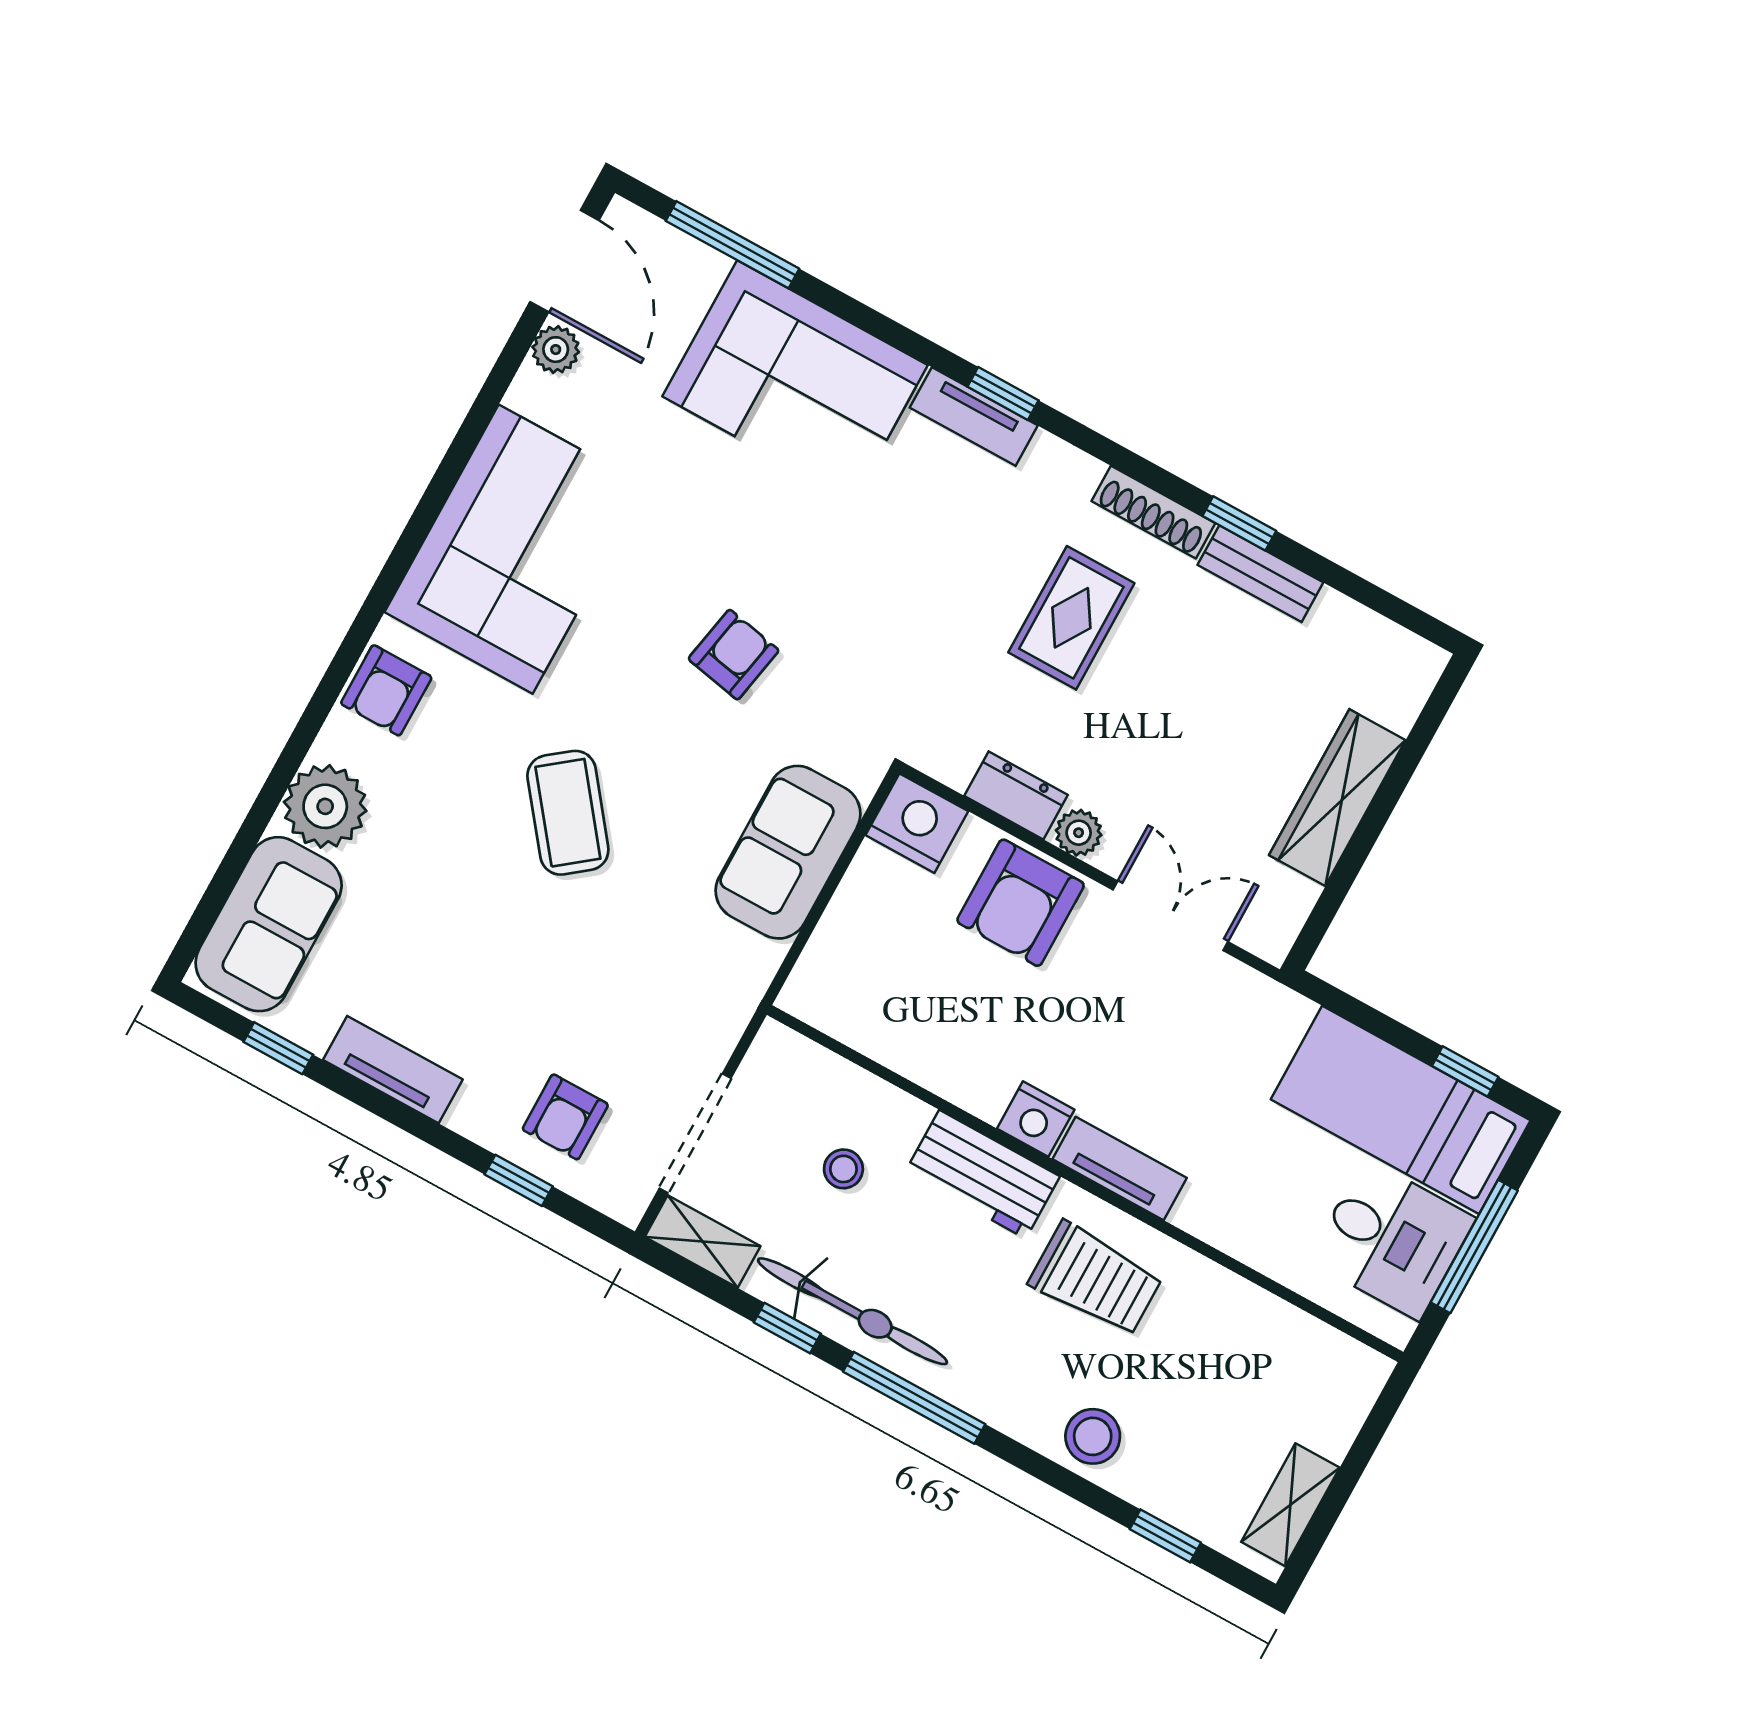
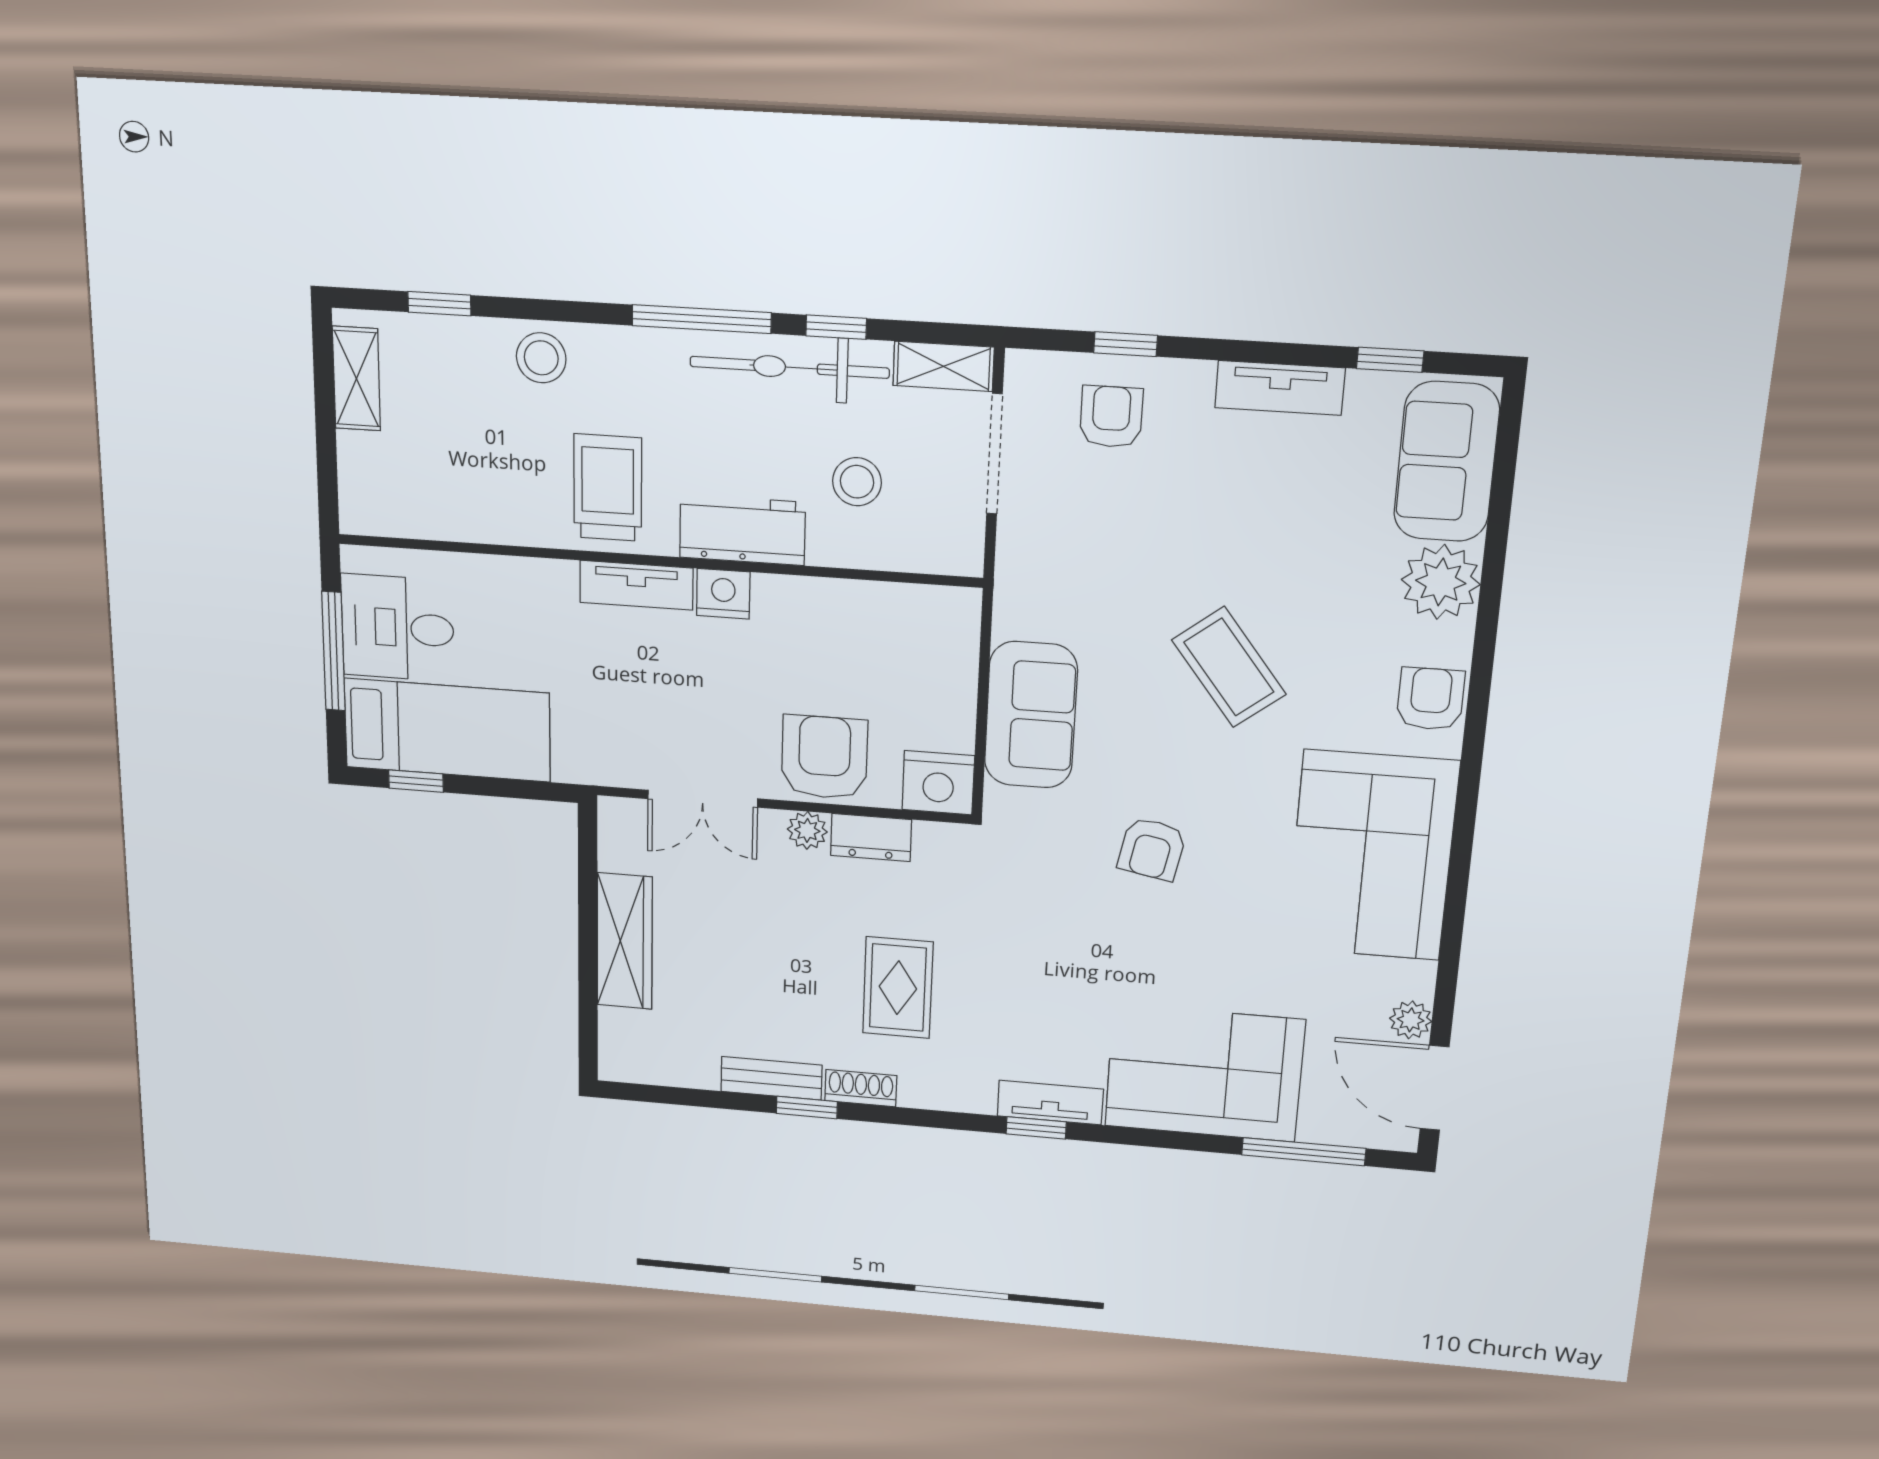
shoe rack: (1153, 512) -> (861, 1088), width x0.70
stool: (843, 1169) -> (857, 482), width x1.37, depth x1.37
trolley: (1096, 1279) -> (608, 488), turned 90

